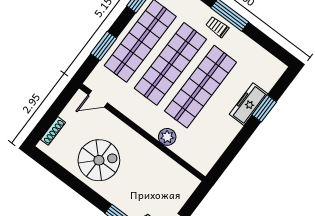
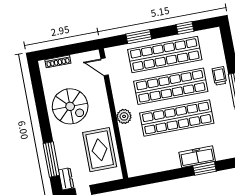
trolley: (217, 27) -> (219, 76), moved
plant: (167, 137) -> (124, 116), moved
rug: (159, 175) -> (100, 150), added

